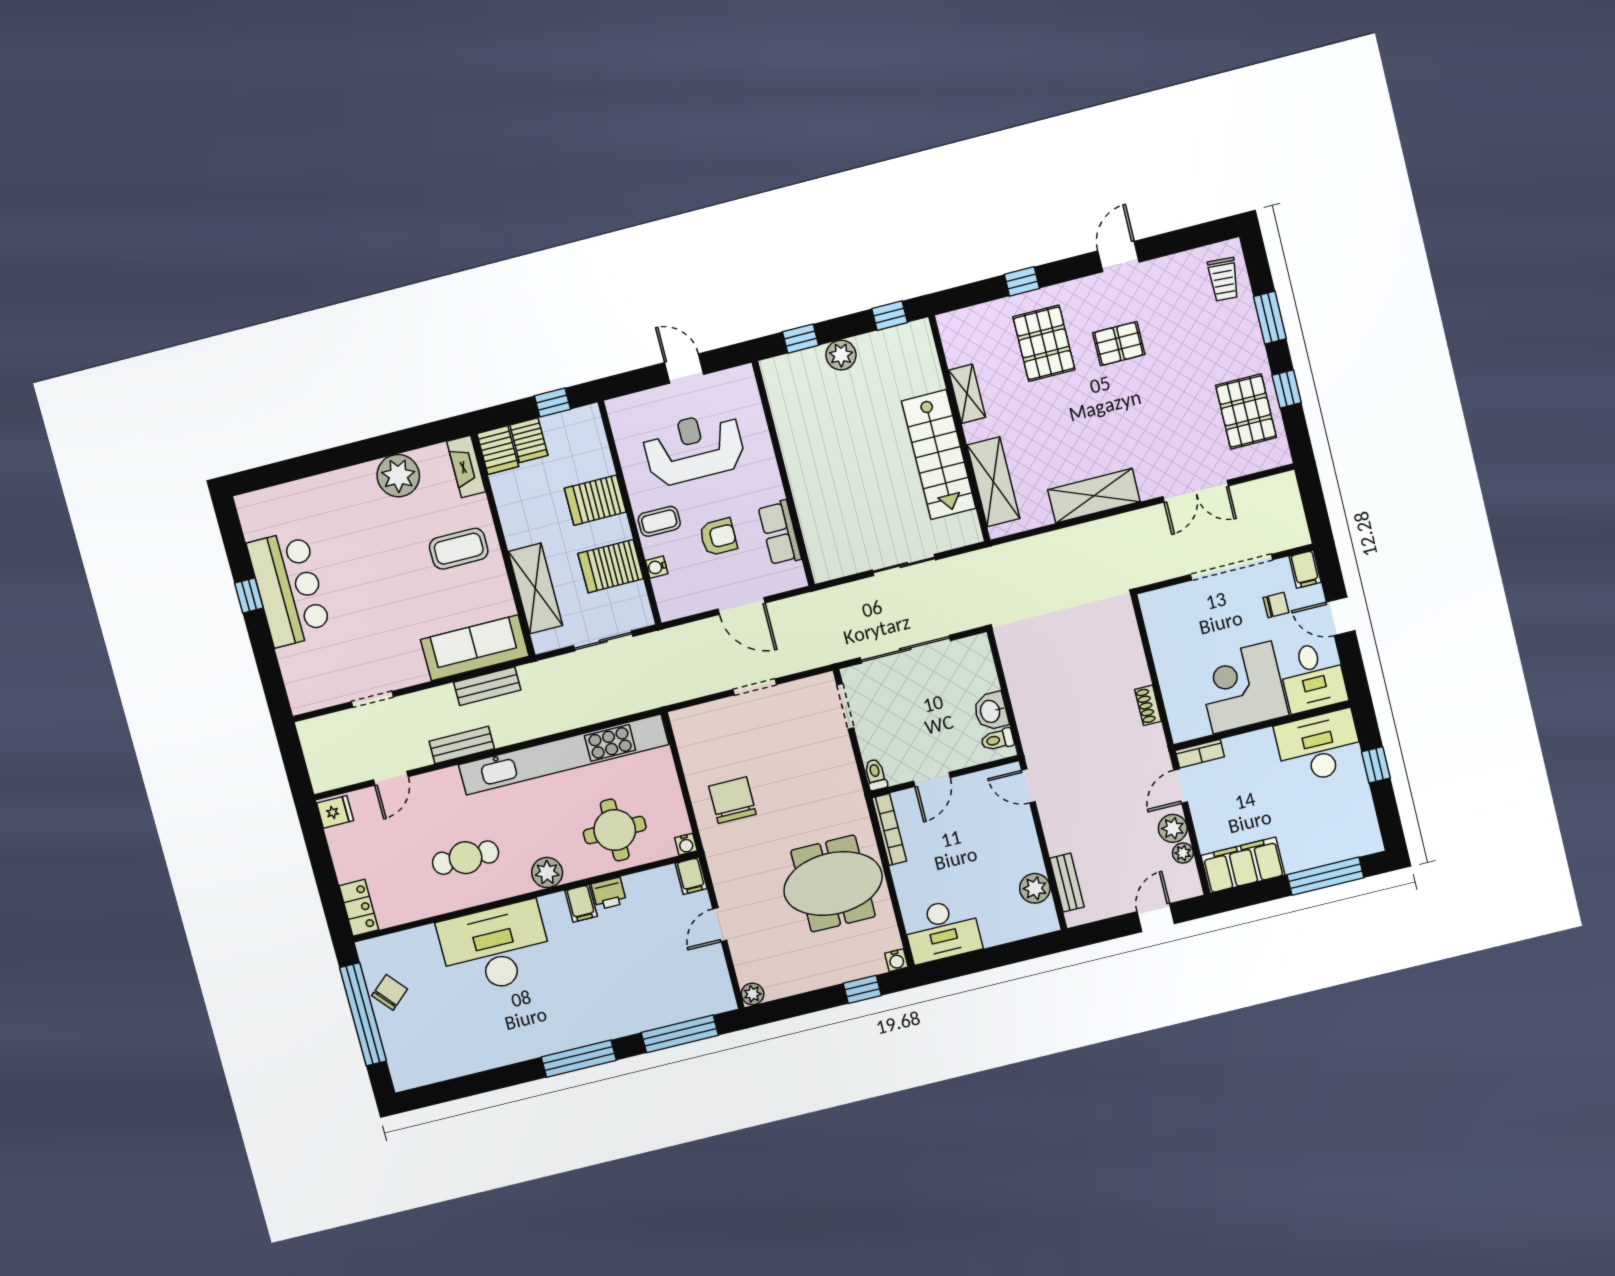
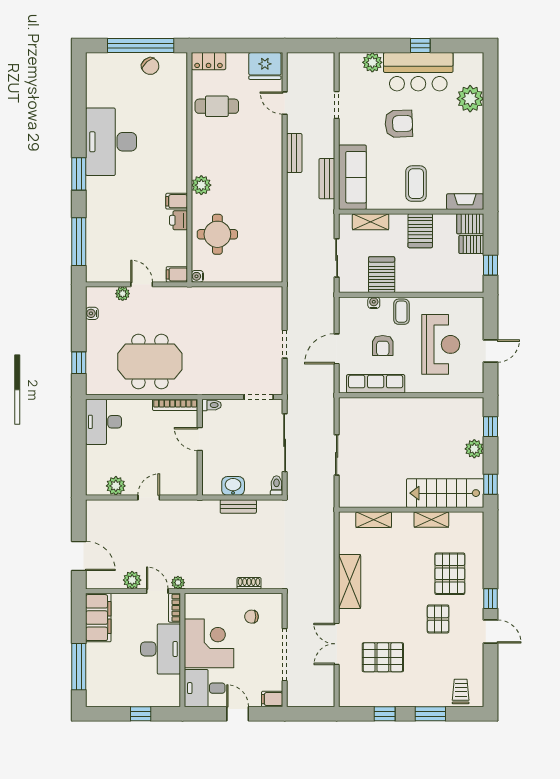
trolley: (1224, 279) -> (461, 691), turned 86
window: (1022, 281) -> (491, 599), moved
pallet: (1044, 343) -> (450, 574), turned 90
pallet: (1246, 411) -> (383, 657), moved
stairs: (939, 455) -> (445, 493), moved
plant: (398, 476) -> (470, 99), moved
shelving: (993, 482) -> (374, 520), width x0.67, depth x0.75
server rack: (595, 500) -> (420, 231), moved, turned 180
row of seats: (780, 533) -> (376, 384), width x1.48
shelving: (535, 588) -> (371, 222), width x0.67, depth x0.75
armchair: (375, 598) -> (399, 124), added
chair: (1276, 605) -> (252, 617), moved, turned 91
door: (1341, 616) -> (238, 714), hinge flipped
plant: (294, 662) -> (372, 62), added
shoe rack: (1148, 705) -> (249, 583), moved
toilet: (997, 740) -> (277, 486), moved
desk: (1319, 747) -> (161, 649), moved
kitchen unit: (563, 755) -> (272, 215), removed
door: (1028, 786) -> (149, 498), moved
chair: (732, 800) -> (218, 312), removed
fridge: (335, 812) -> (265, 66), width x1.88, depth x1.34
plant: (1183, 853) -> (178, 583), moved
cafe table: (466, 858) -> (217, 106), moved, turned 90
bench: (1067, 883) -> (238, 506), moved
meeting table: (833, 884) -> (150, 361), turned 90
door: (1156, 918) -> (79, 556), width x1.38
desk: (495, 948) -> (111, 142), moved, turned 180
water cooler: (896, 960) -> (92, 313), moved
plant: (753, 994) -> (123, 294), moved
window: (579, 1059) -> (79, 174), width x0.69

